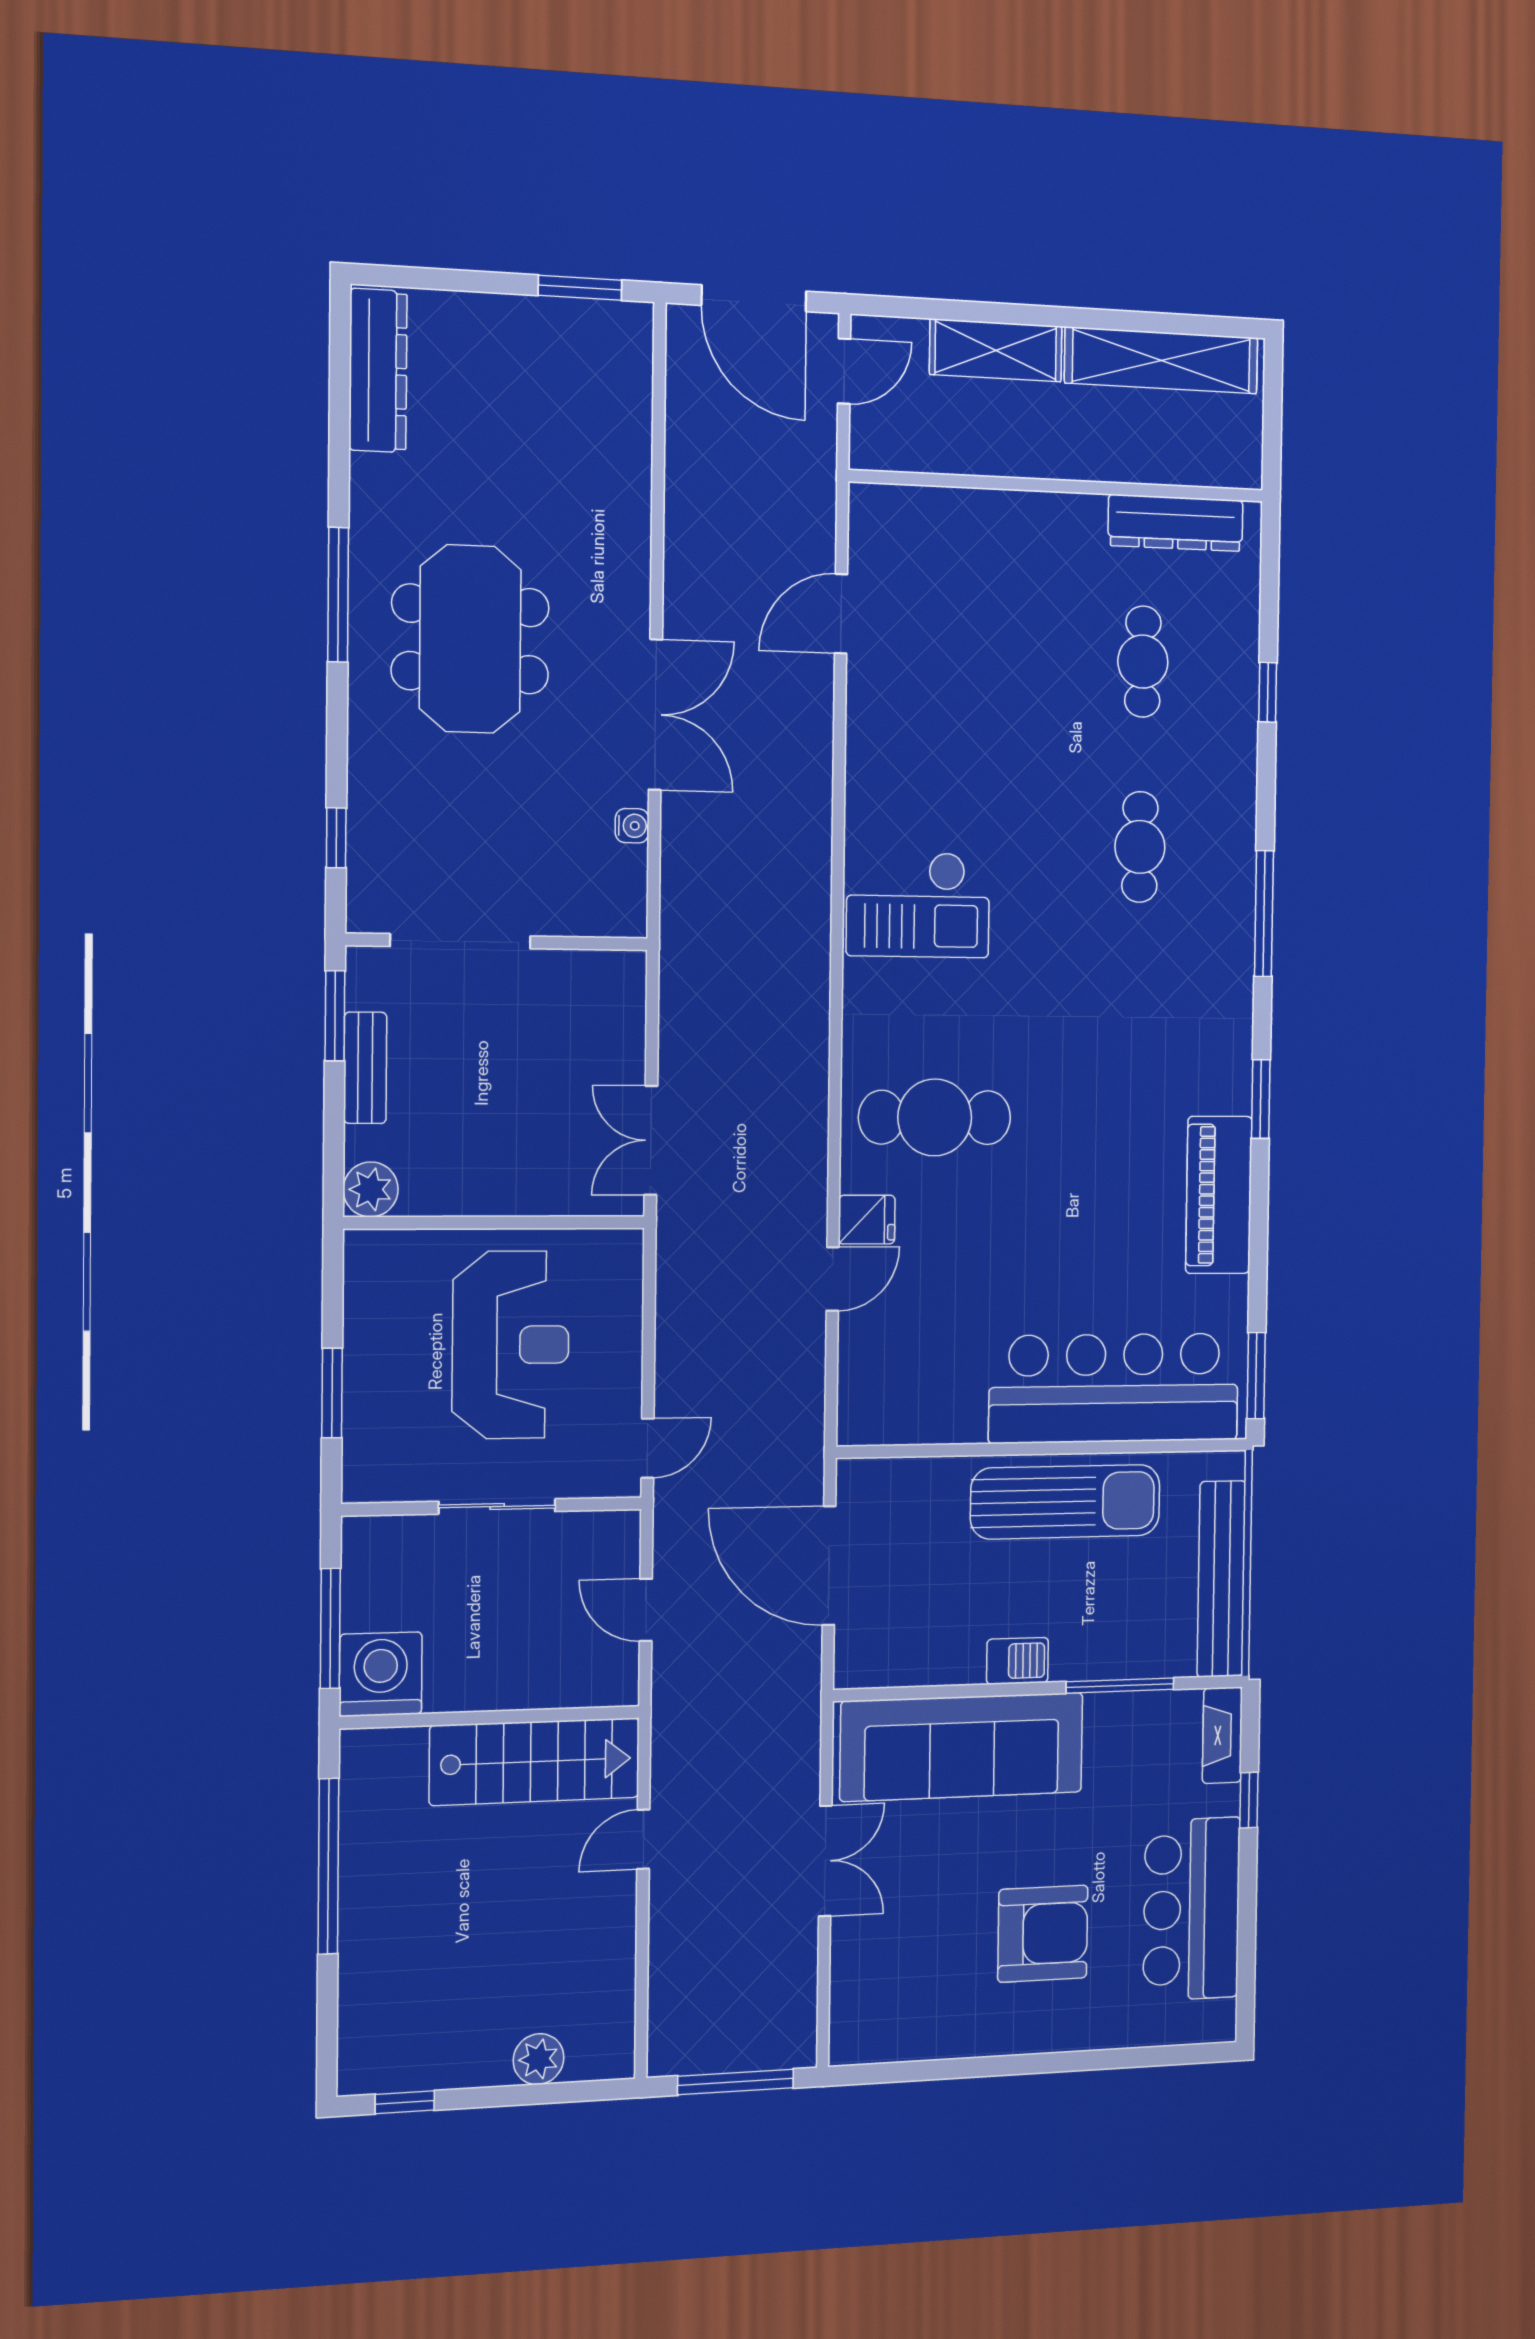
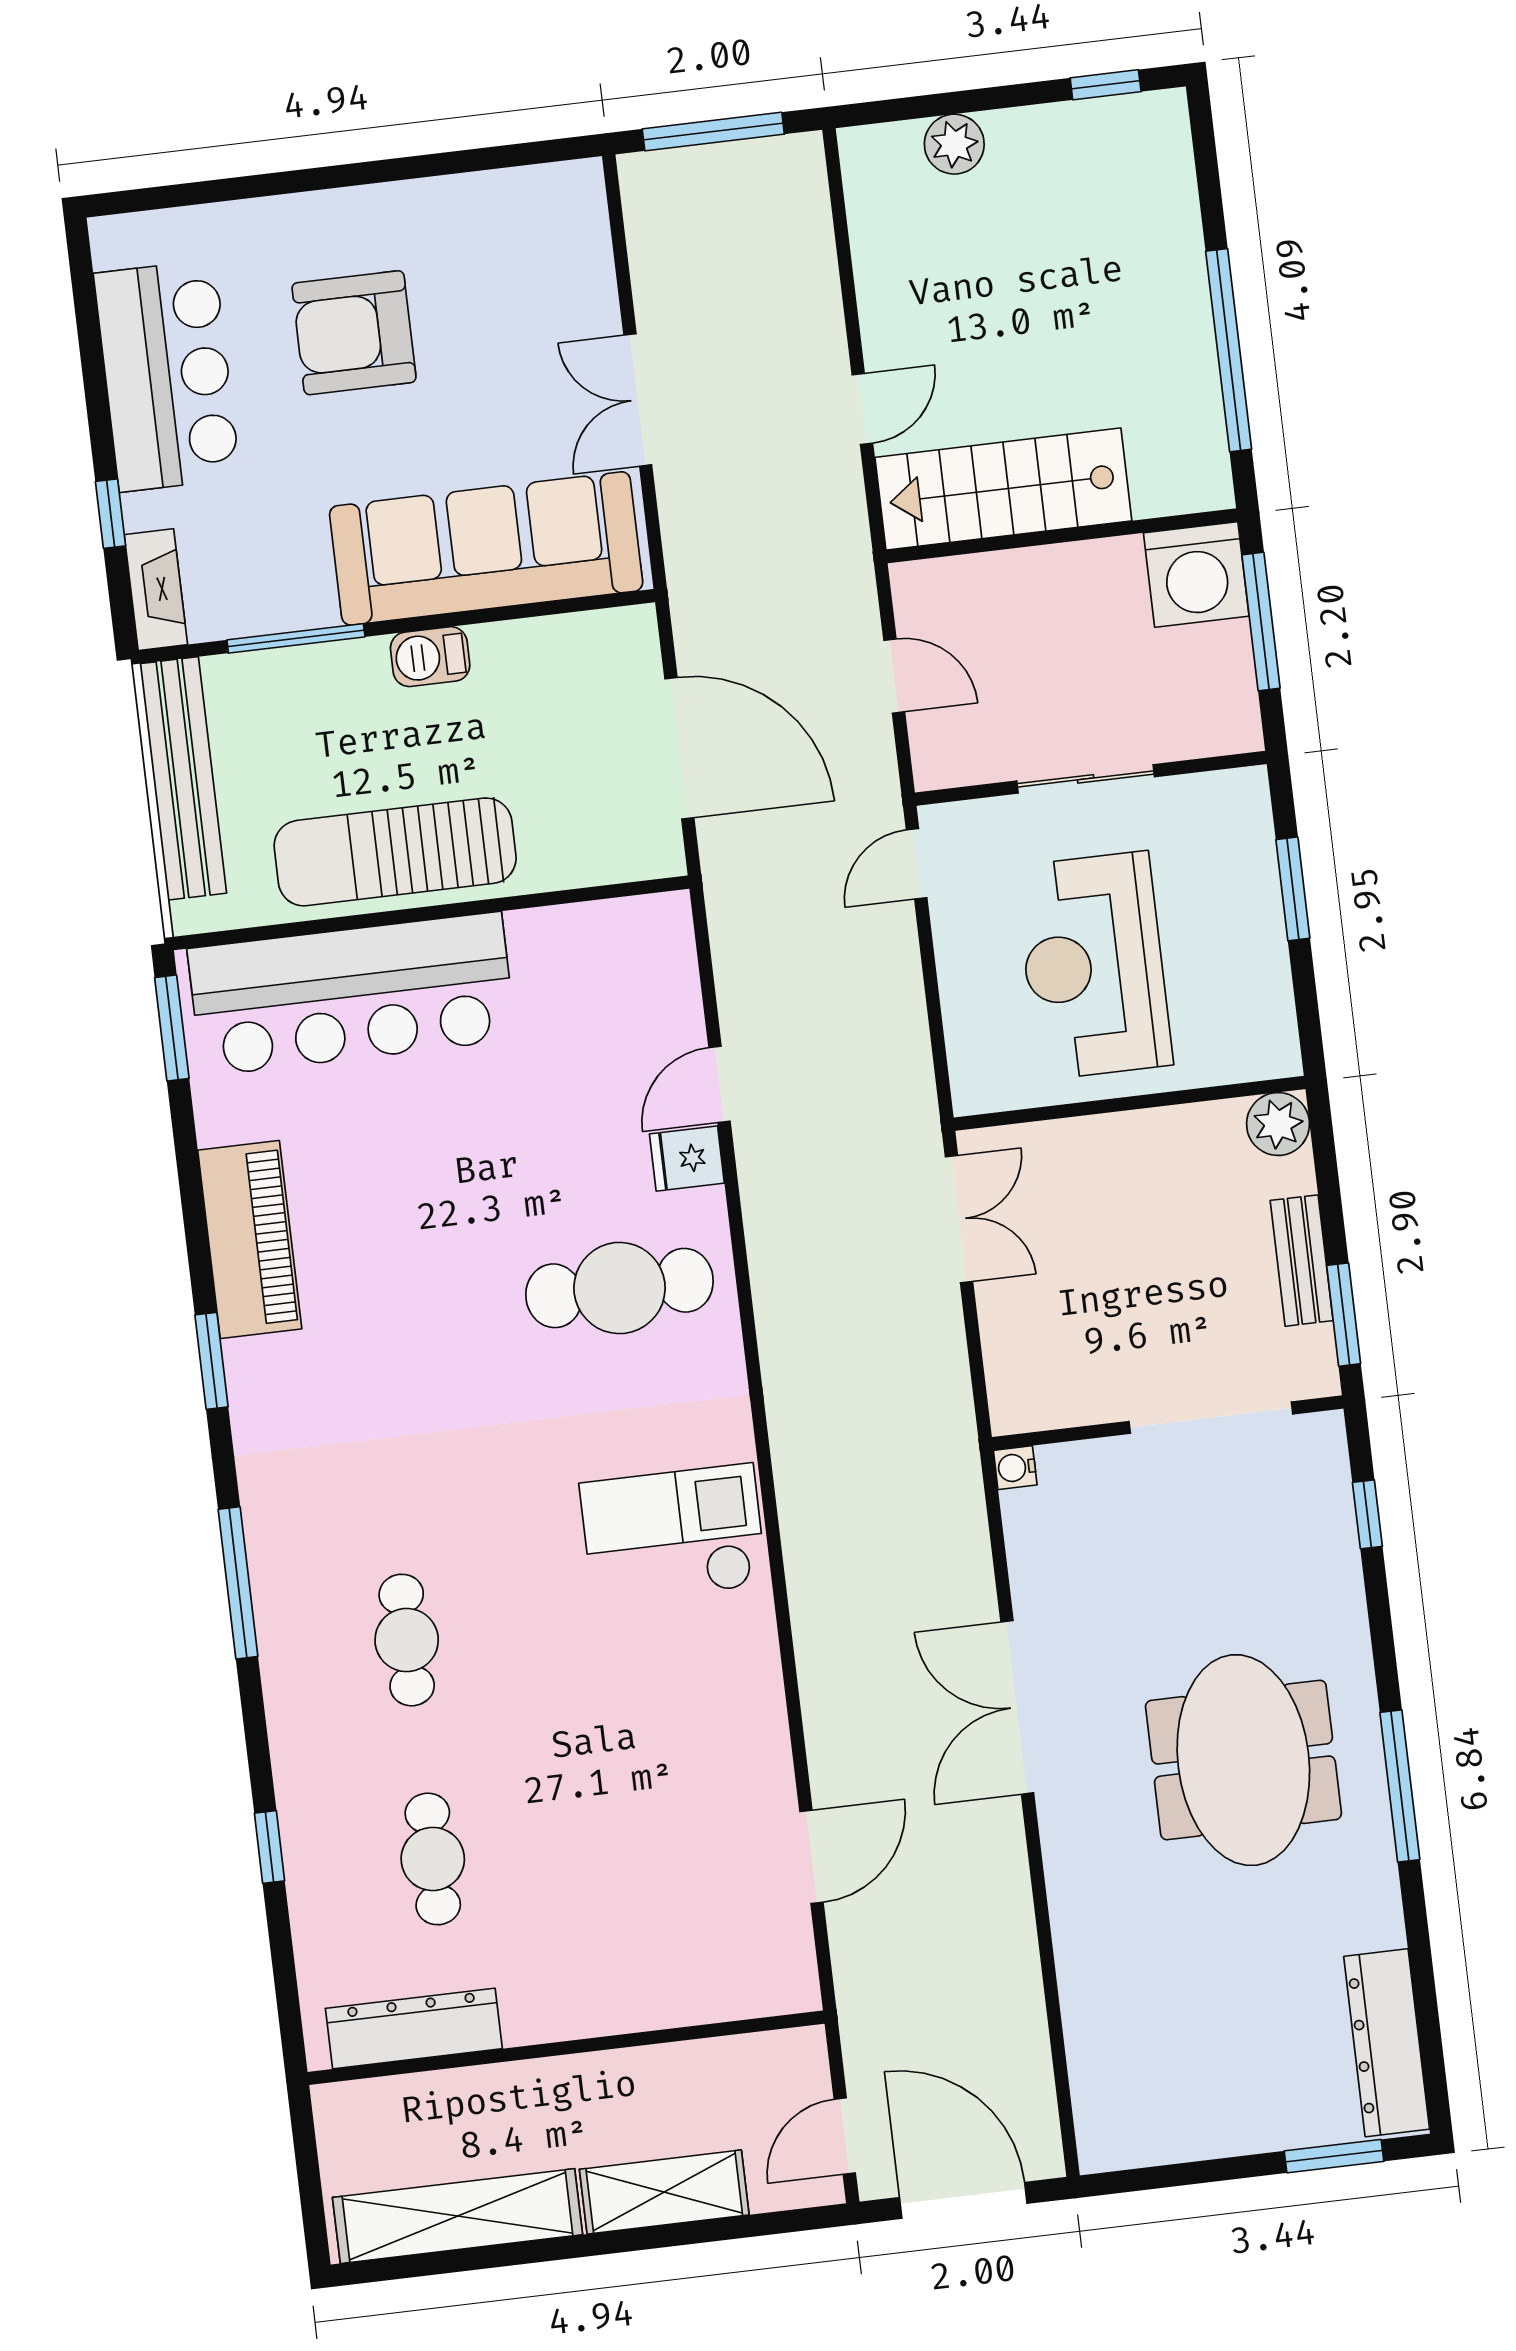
window: (580, 288) -> (1334, 2156), moved
water cooler: (632, 826) -> (1015, 1468), moved

